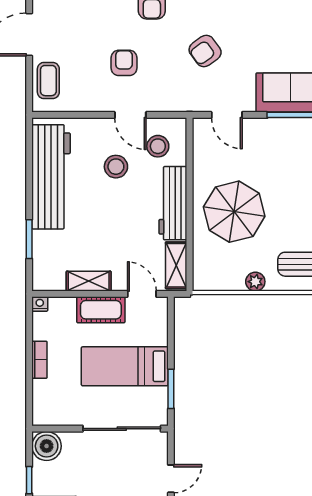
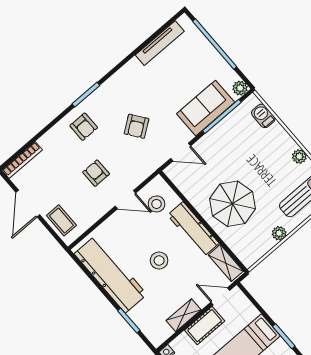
stool: (116, 167) -> (159, 261), moved

